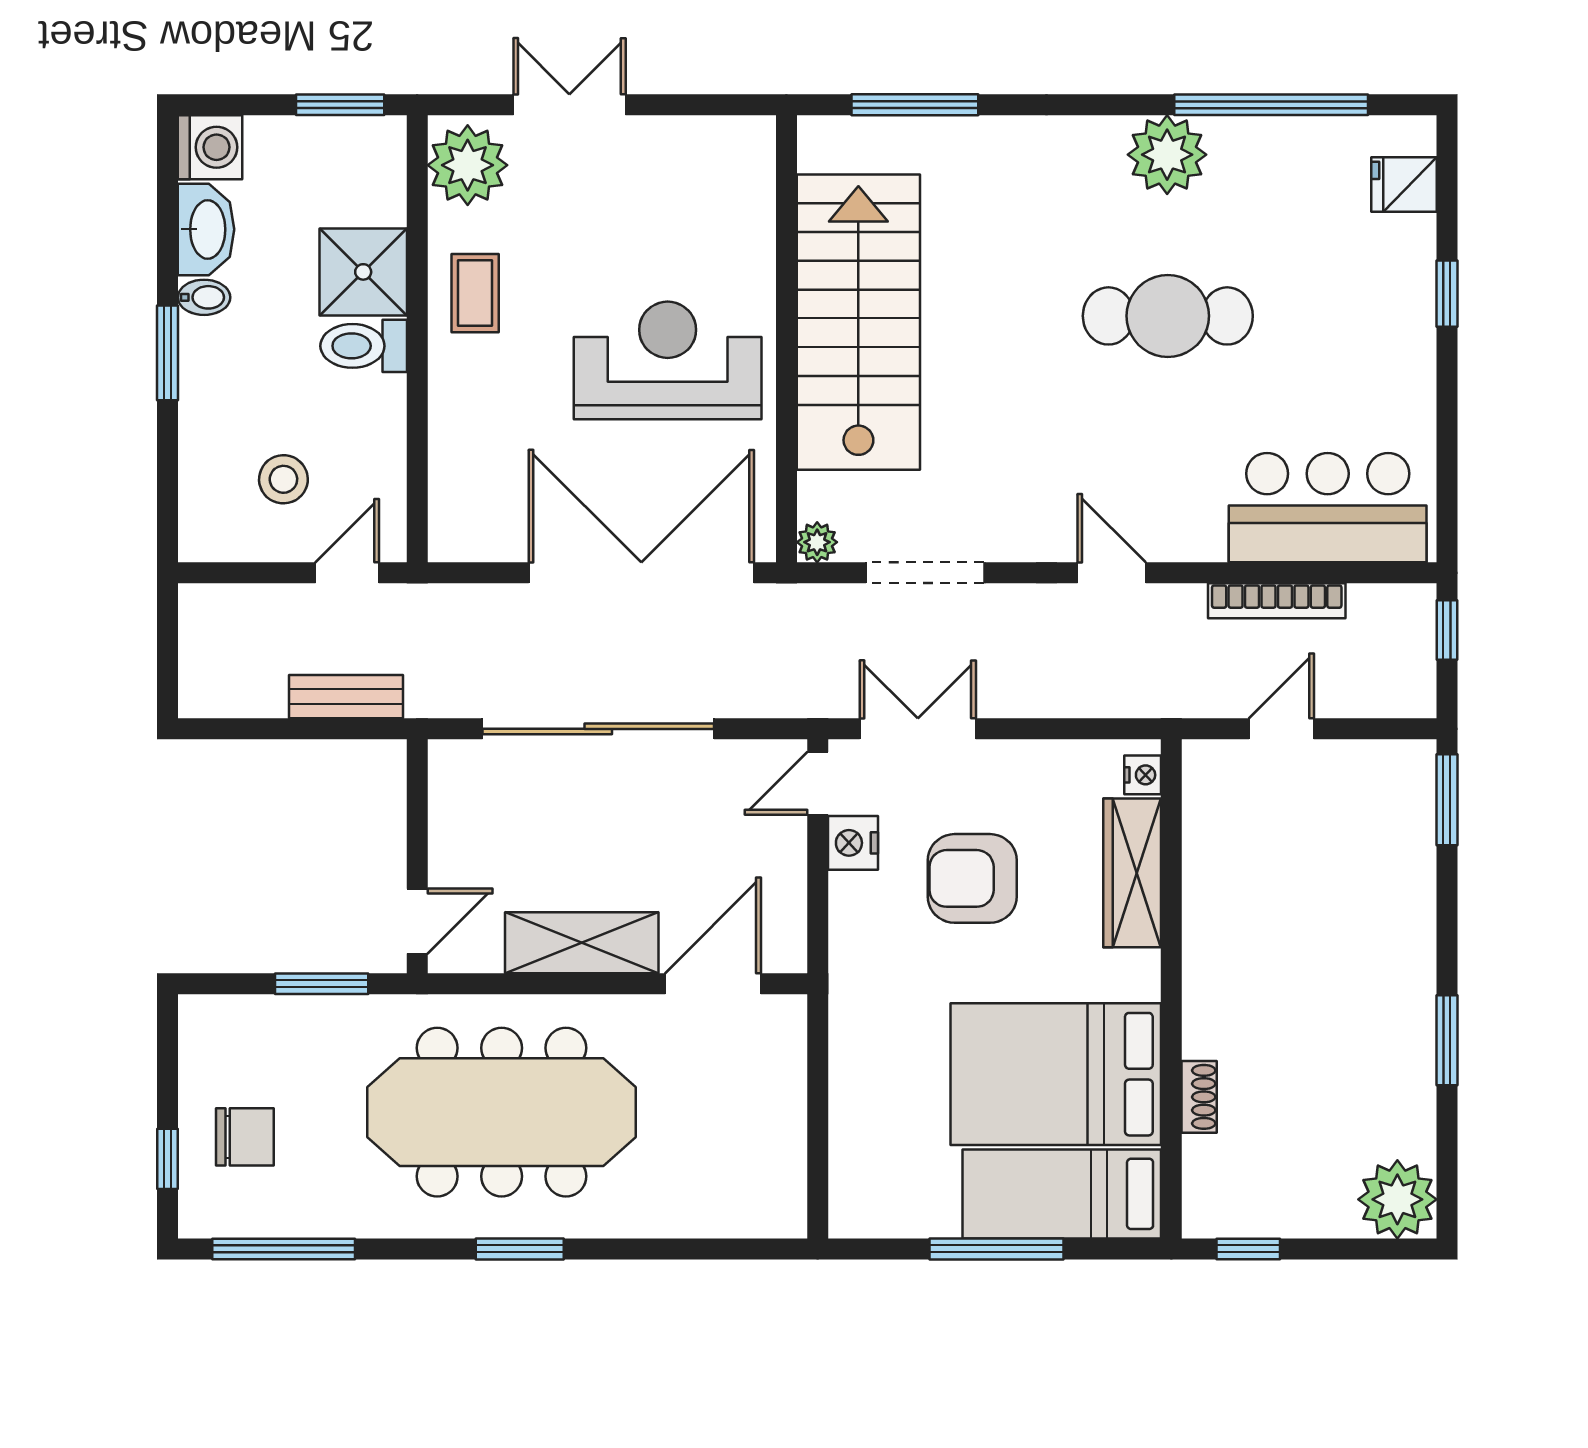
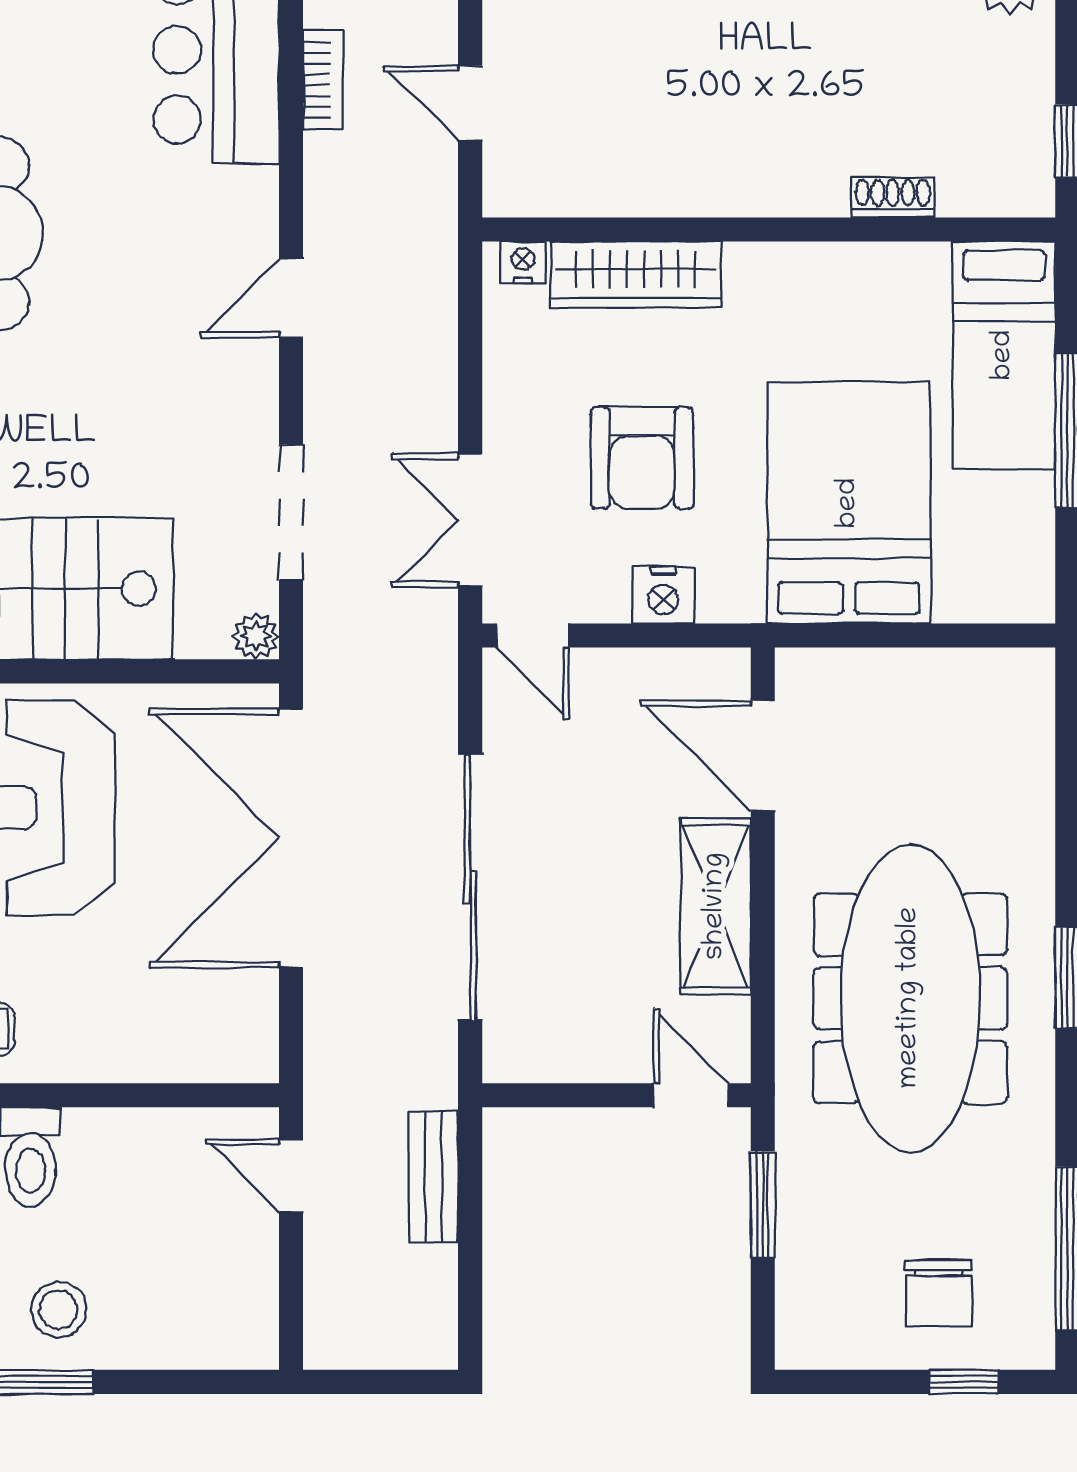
stool: (283, 479) -> (58, 1310), moved
bookcase: (1277, 601) -> (323, 80), width x0.64
nightstand: (853, 843) -> (663, 595), moved
bed: (1056, 1074) -> (849, 503), moved, turned 180
chair: (245, 1137) -> (939, 1293), turned 180

